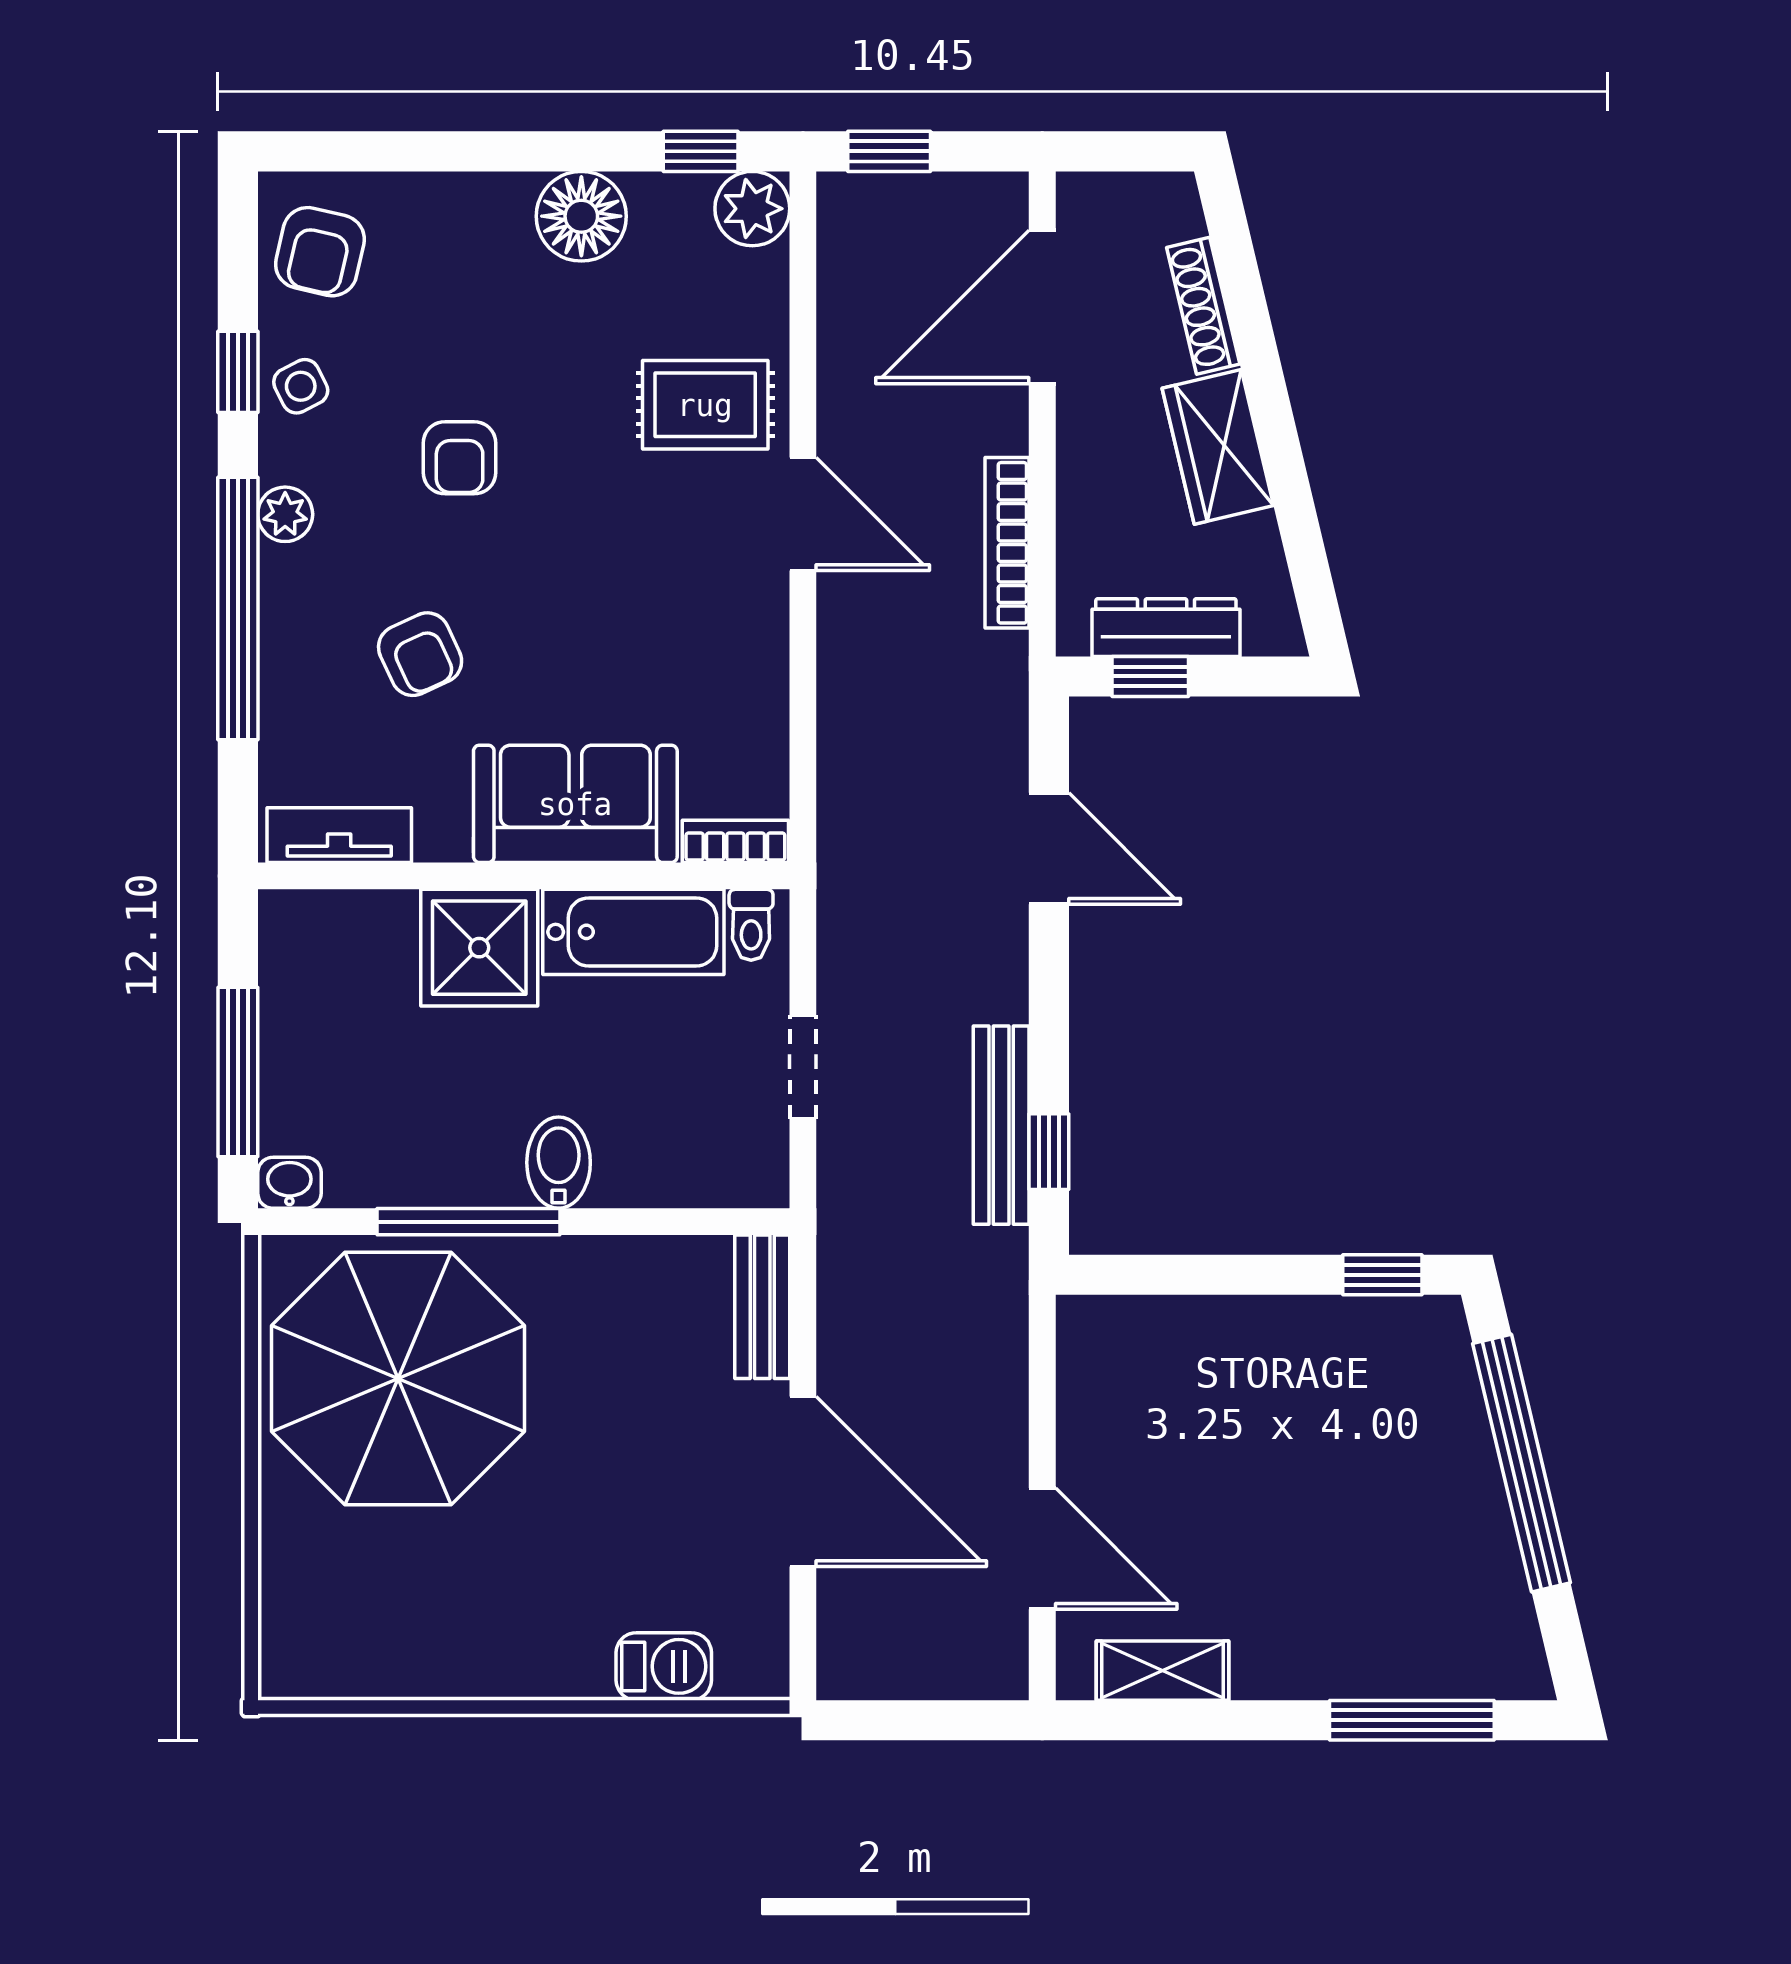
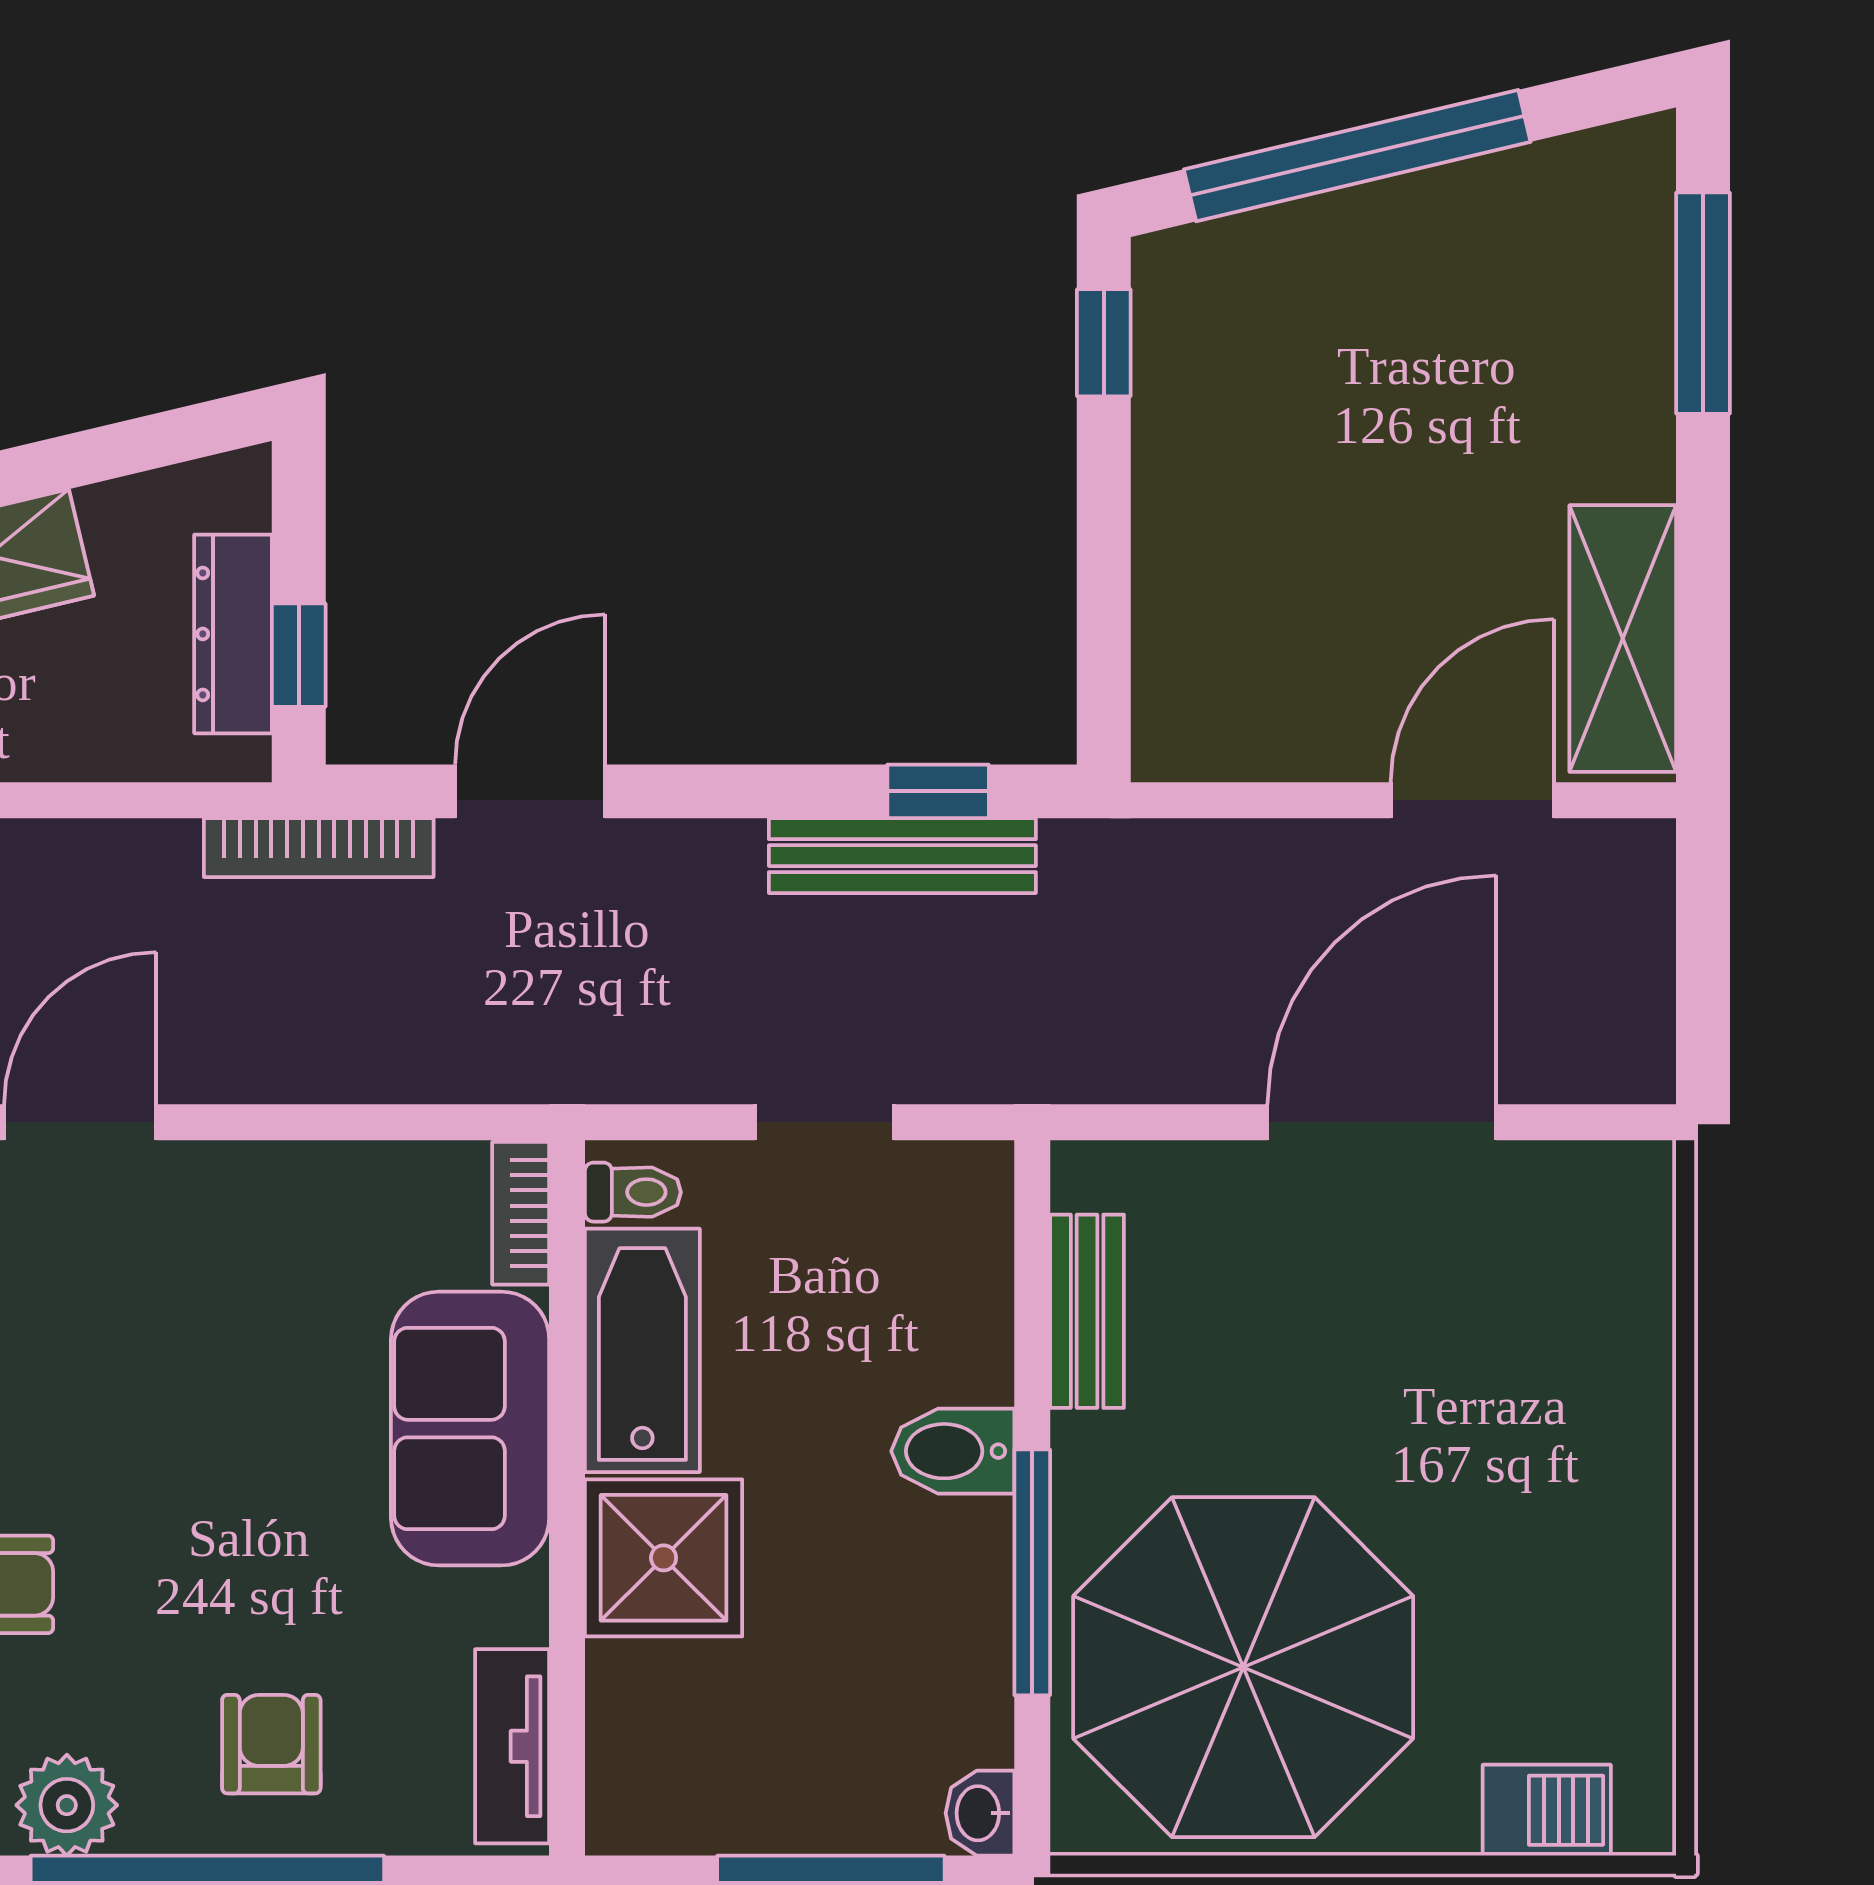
plant: (285, 514) -> (67, 1805), width x1.38, depth x1.38
bookcase: (1007, 543) -> (319, 848), moved
armchair: (420, 654) -> (271, 1744), moved, turned -65
bench: (762, 1307) -> (1087, 1311), moved, turned 90
barbecue: (664, 1666) -> (1547, 1810), moved, turned 90
shelving: (1163, 1671) -> (1623, 639), width x1.50, depth x1.33

